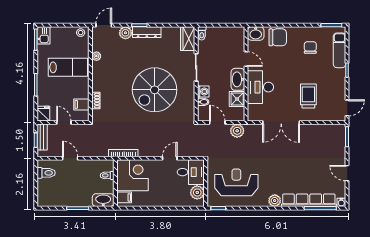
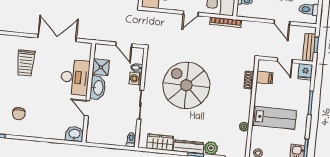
chair: (278, 37) -> (52, 128), removed
wardrobe: (188, 39) -> (160, 142), moved, turned -90
lab bench: (68, 67) -> (275, 118), turned 180
spiral stairs: (155, 90) -> (186, 85), turned -90
plant: (237, 131) -> (104, 34), removed
door: (170, 158) -> (191, 13), moved

